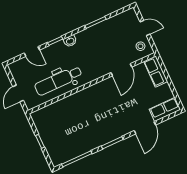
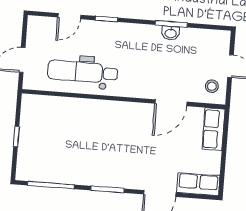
washbasin: (70, 41) -> (171, 33), moved
door: (32, 52) -> (69, 16), hinge flipped

